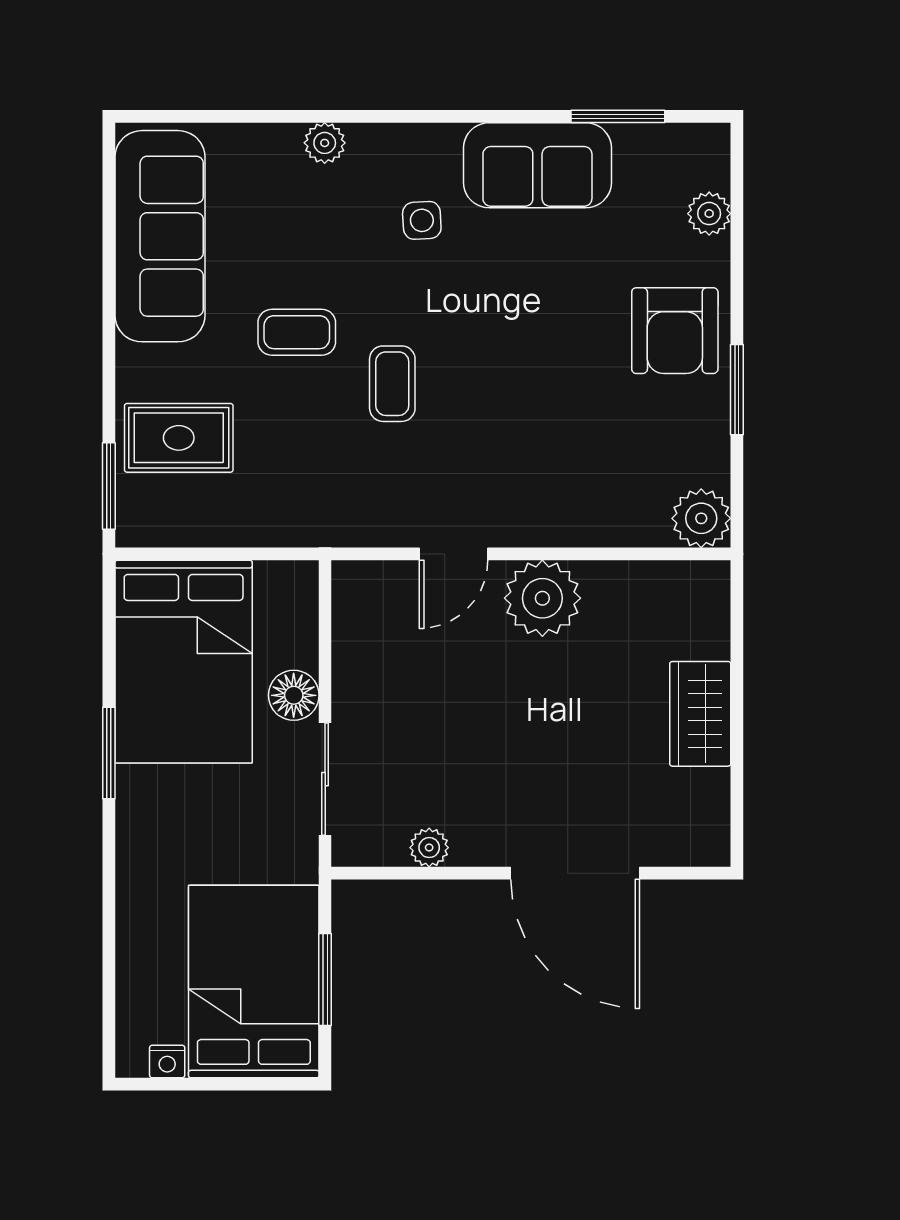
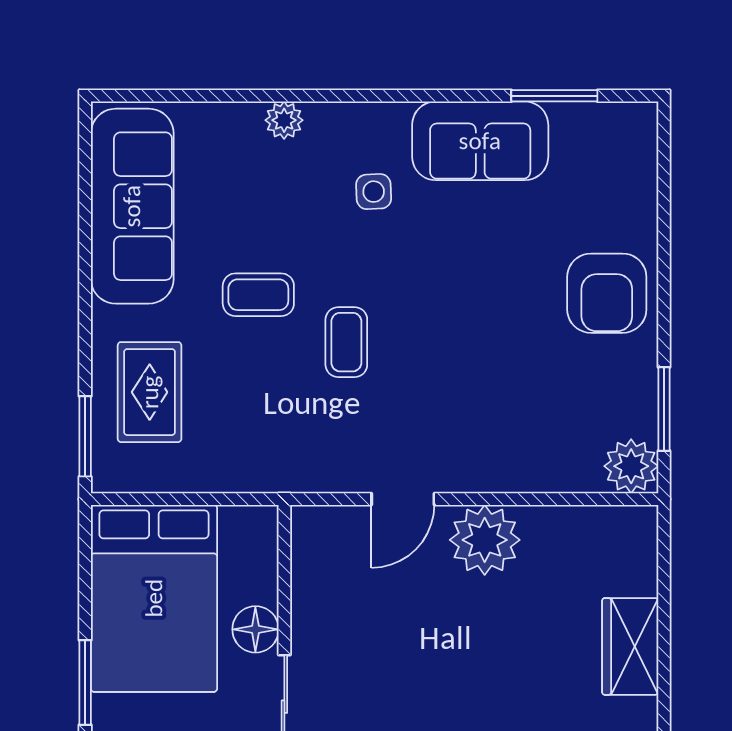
plant: (709, 214) -> (638, 185), removed
window: (737, 390) -> (664, 409), moved
rug: (179, 438) -> (150, 392), turned 90

